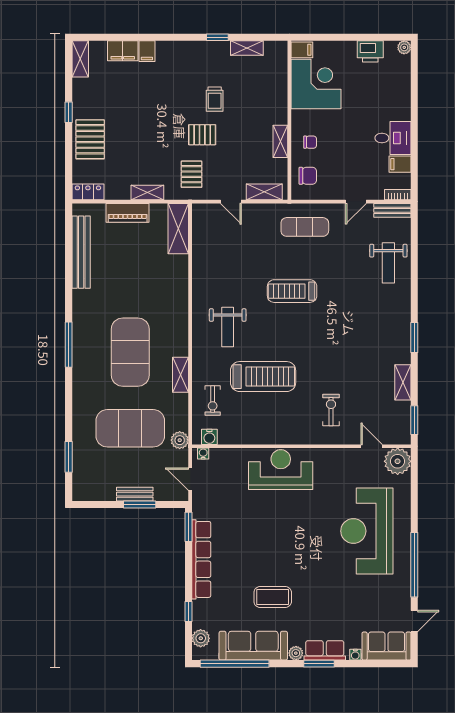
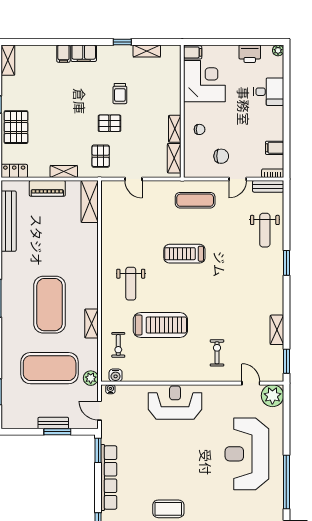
filing cabinet: (123, 51) -> (84, 53), moved
desk: (393, 138) -> (269, 92), moved
chair: (308, 176) -> (221, 156), moved
shelving: (264, 192) -> (174, 158), moved, turned 90
window: (414, 338) -> (286, 263), moved

